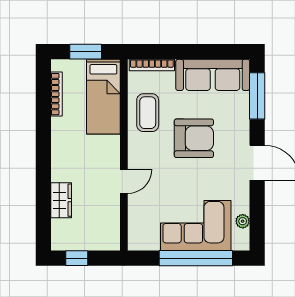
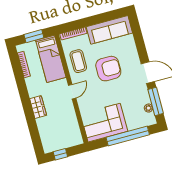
window: (257, 96) -> (156, 101), moved
door: (124, 181) -> (72, 92), moved
wardrobe: (61, 200) -> (38, 107), moved
corner sofa: (196, 225) -> (104, 123), moved

